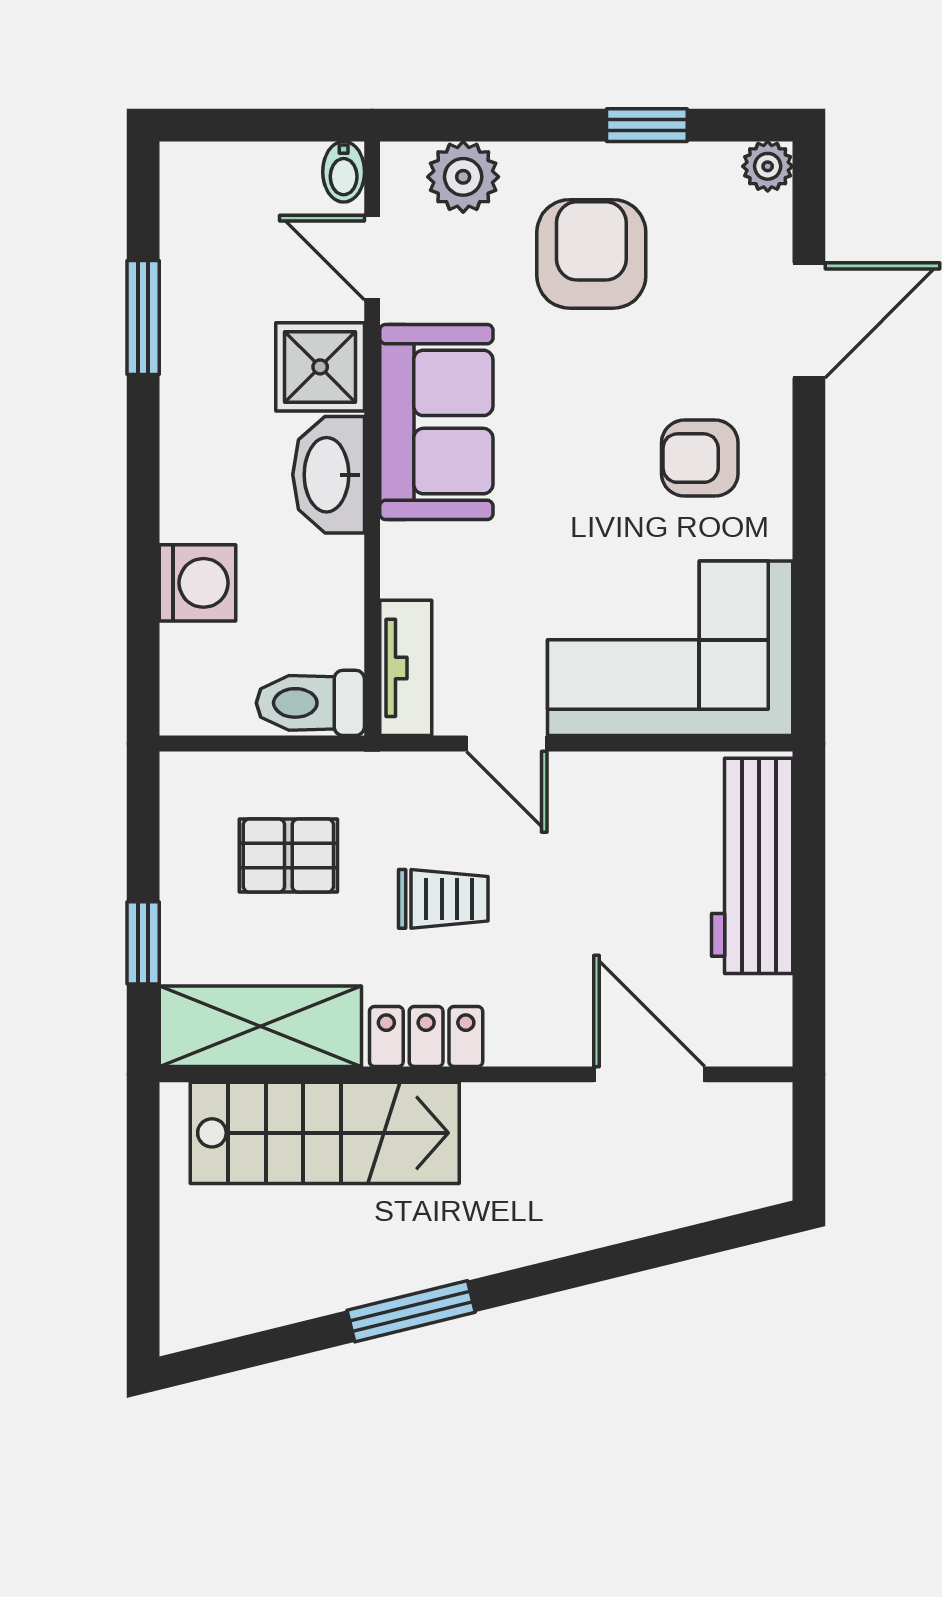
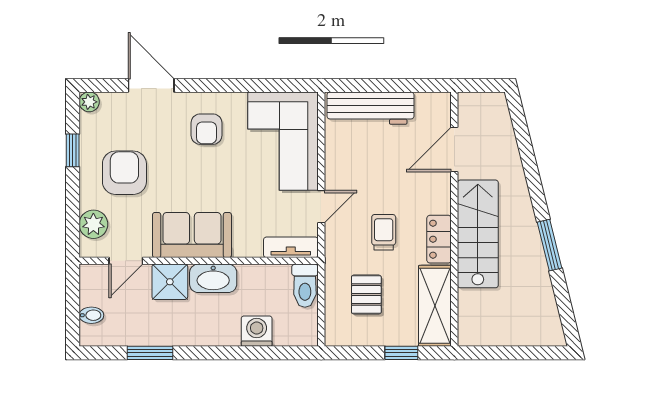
bidet: (344, 172) -> (91, 315), moved
armchair: (591, 254) -> (124, 173), turned 90
stairs: (325, 1133) -> (478, 234), moved

